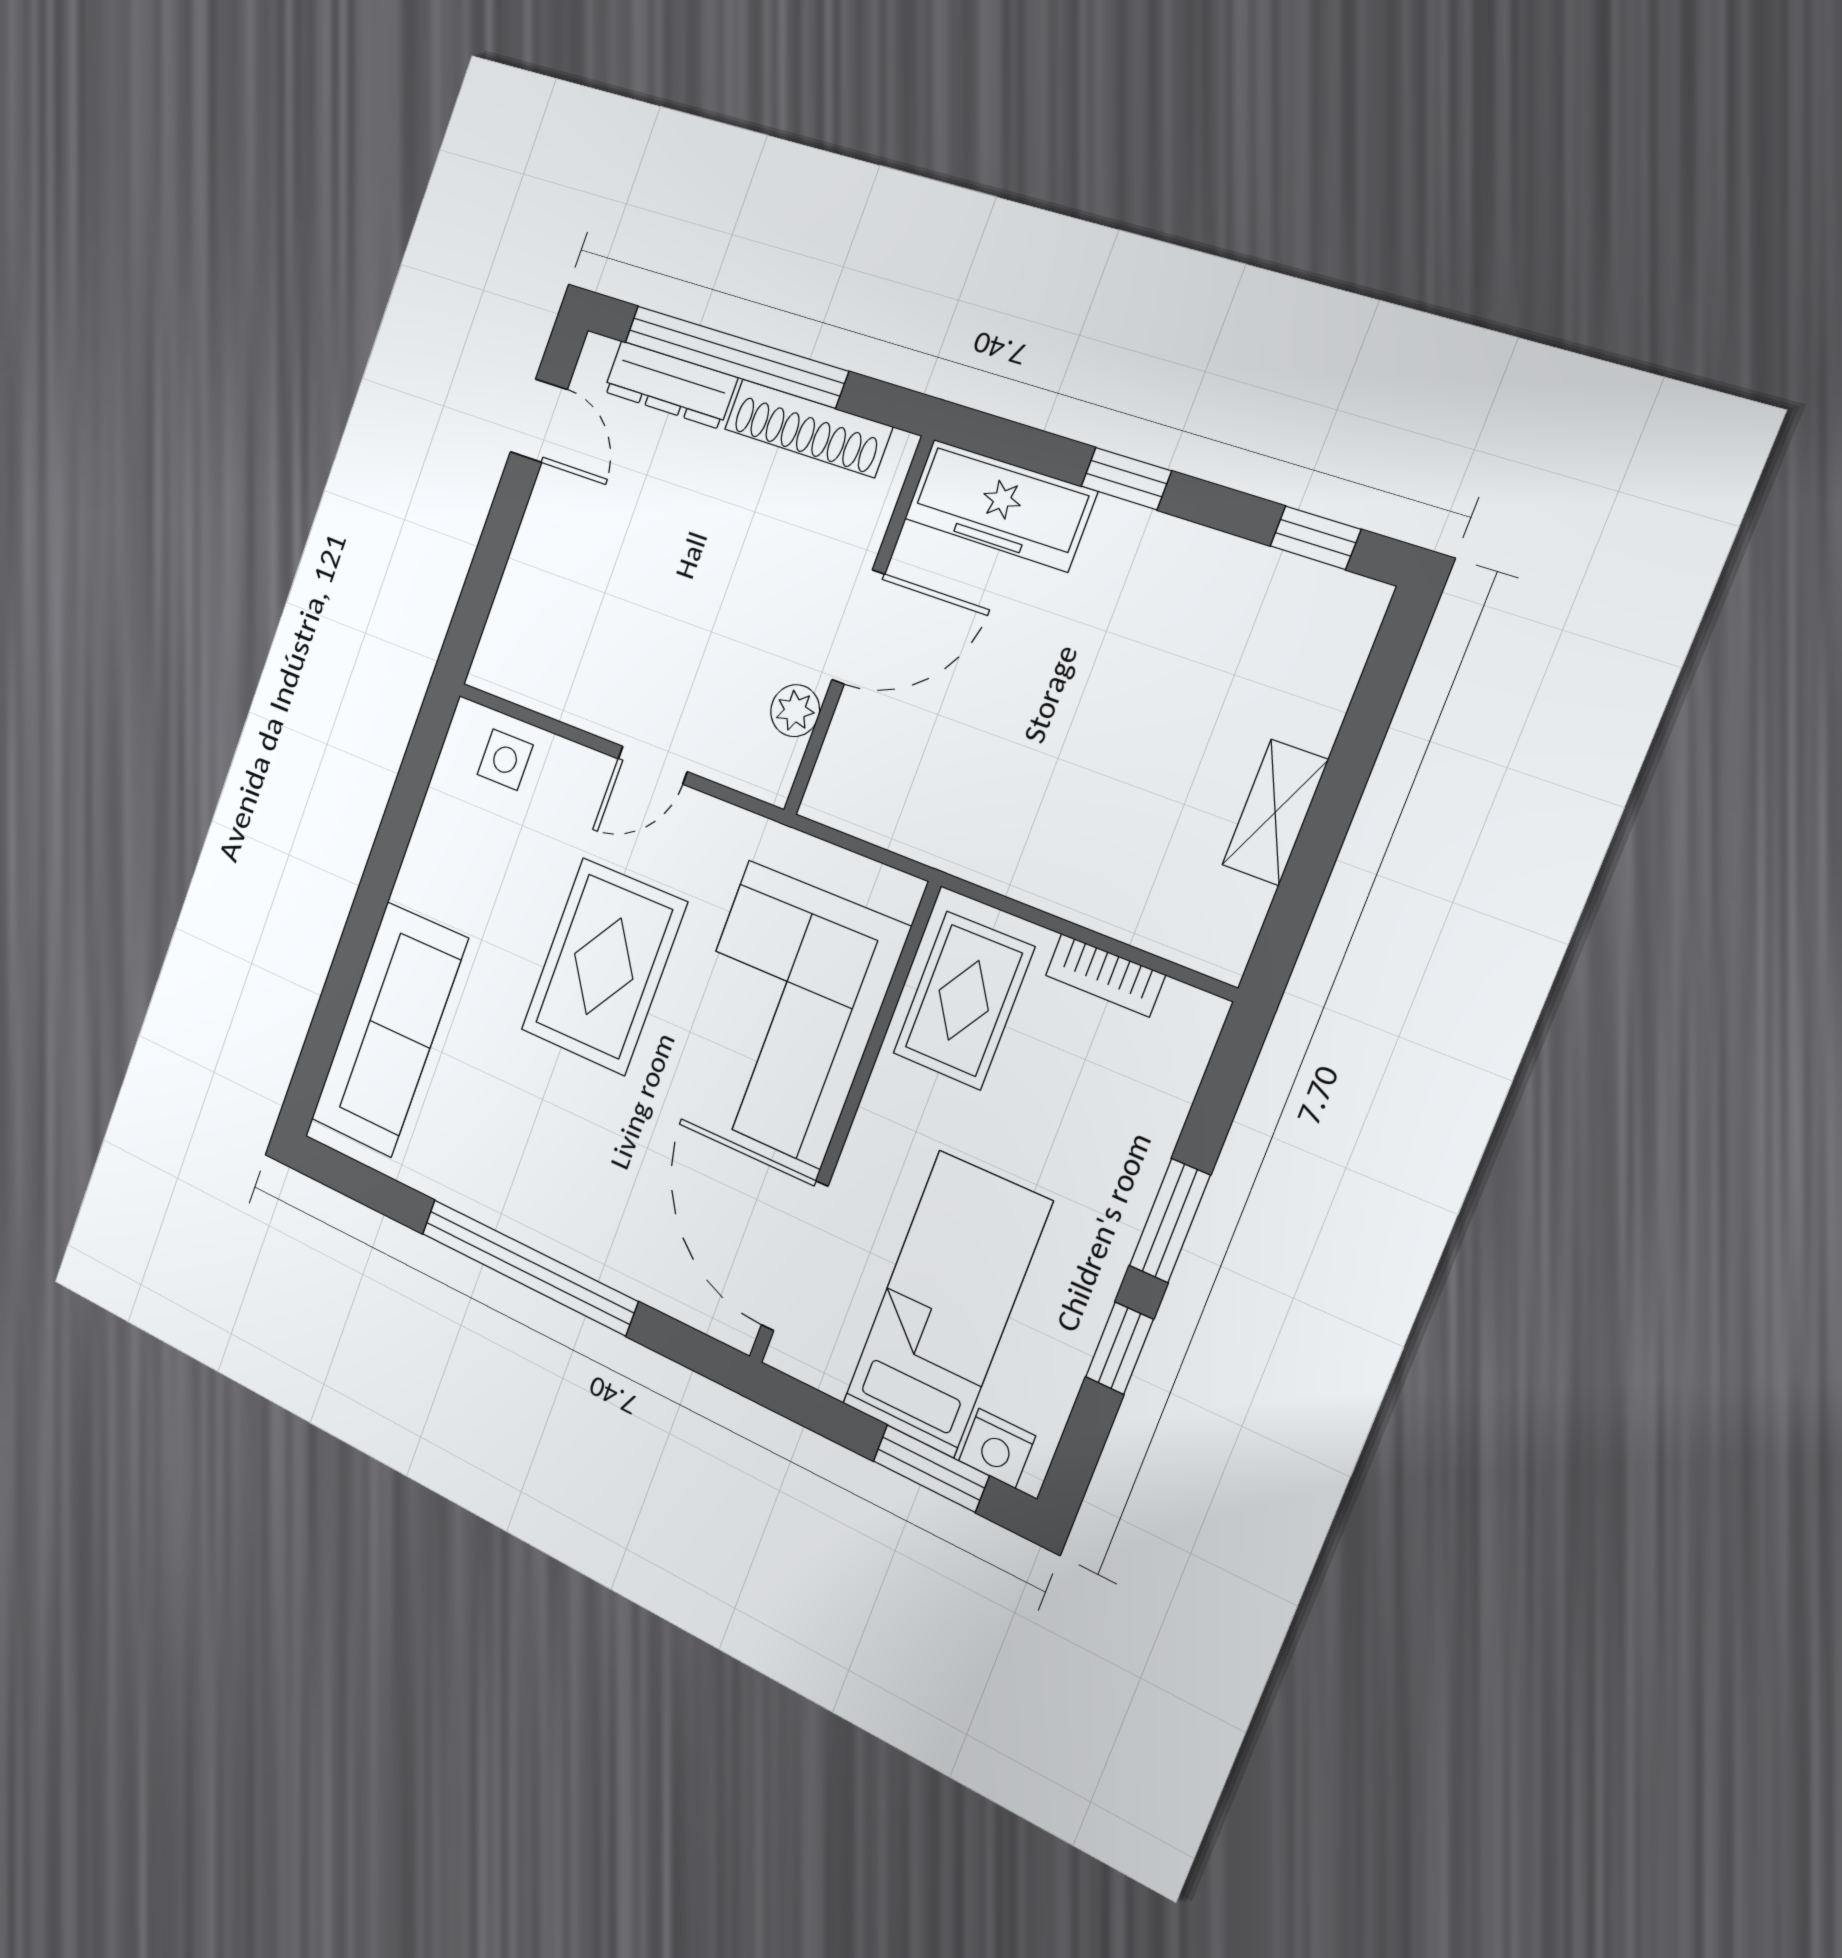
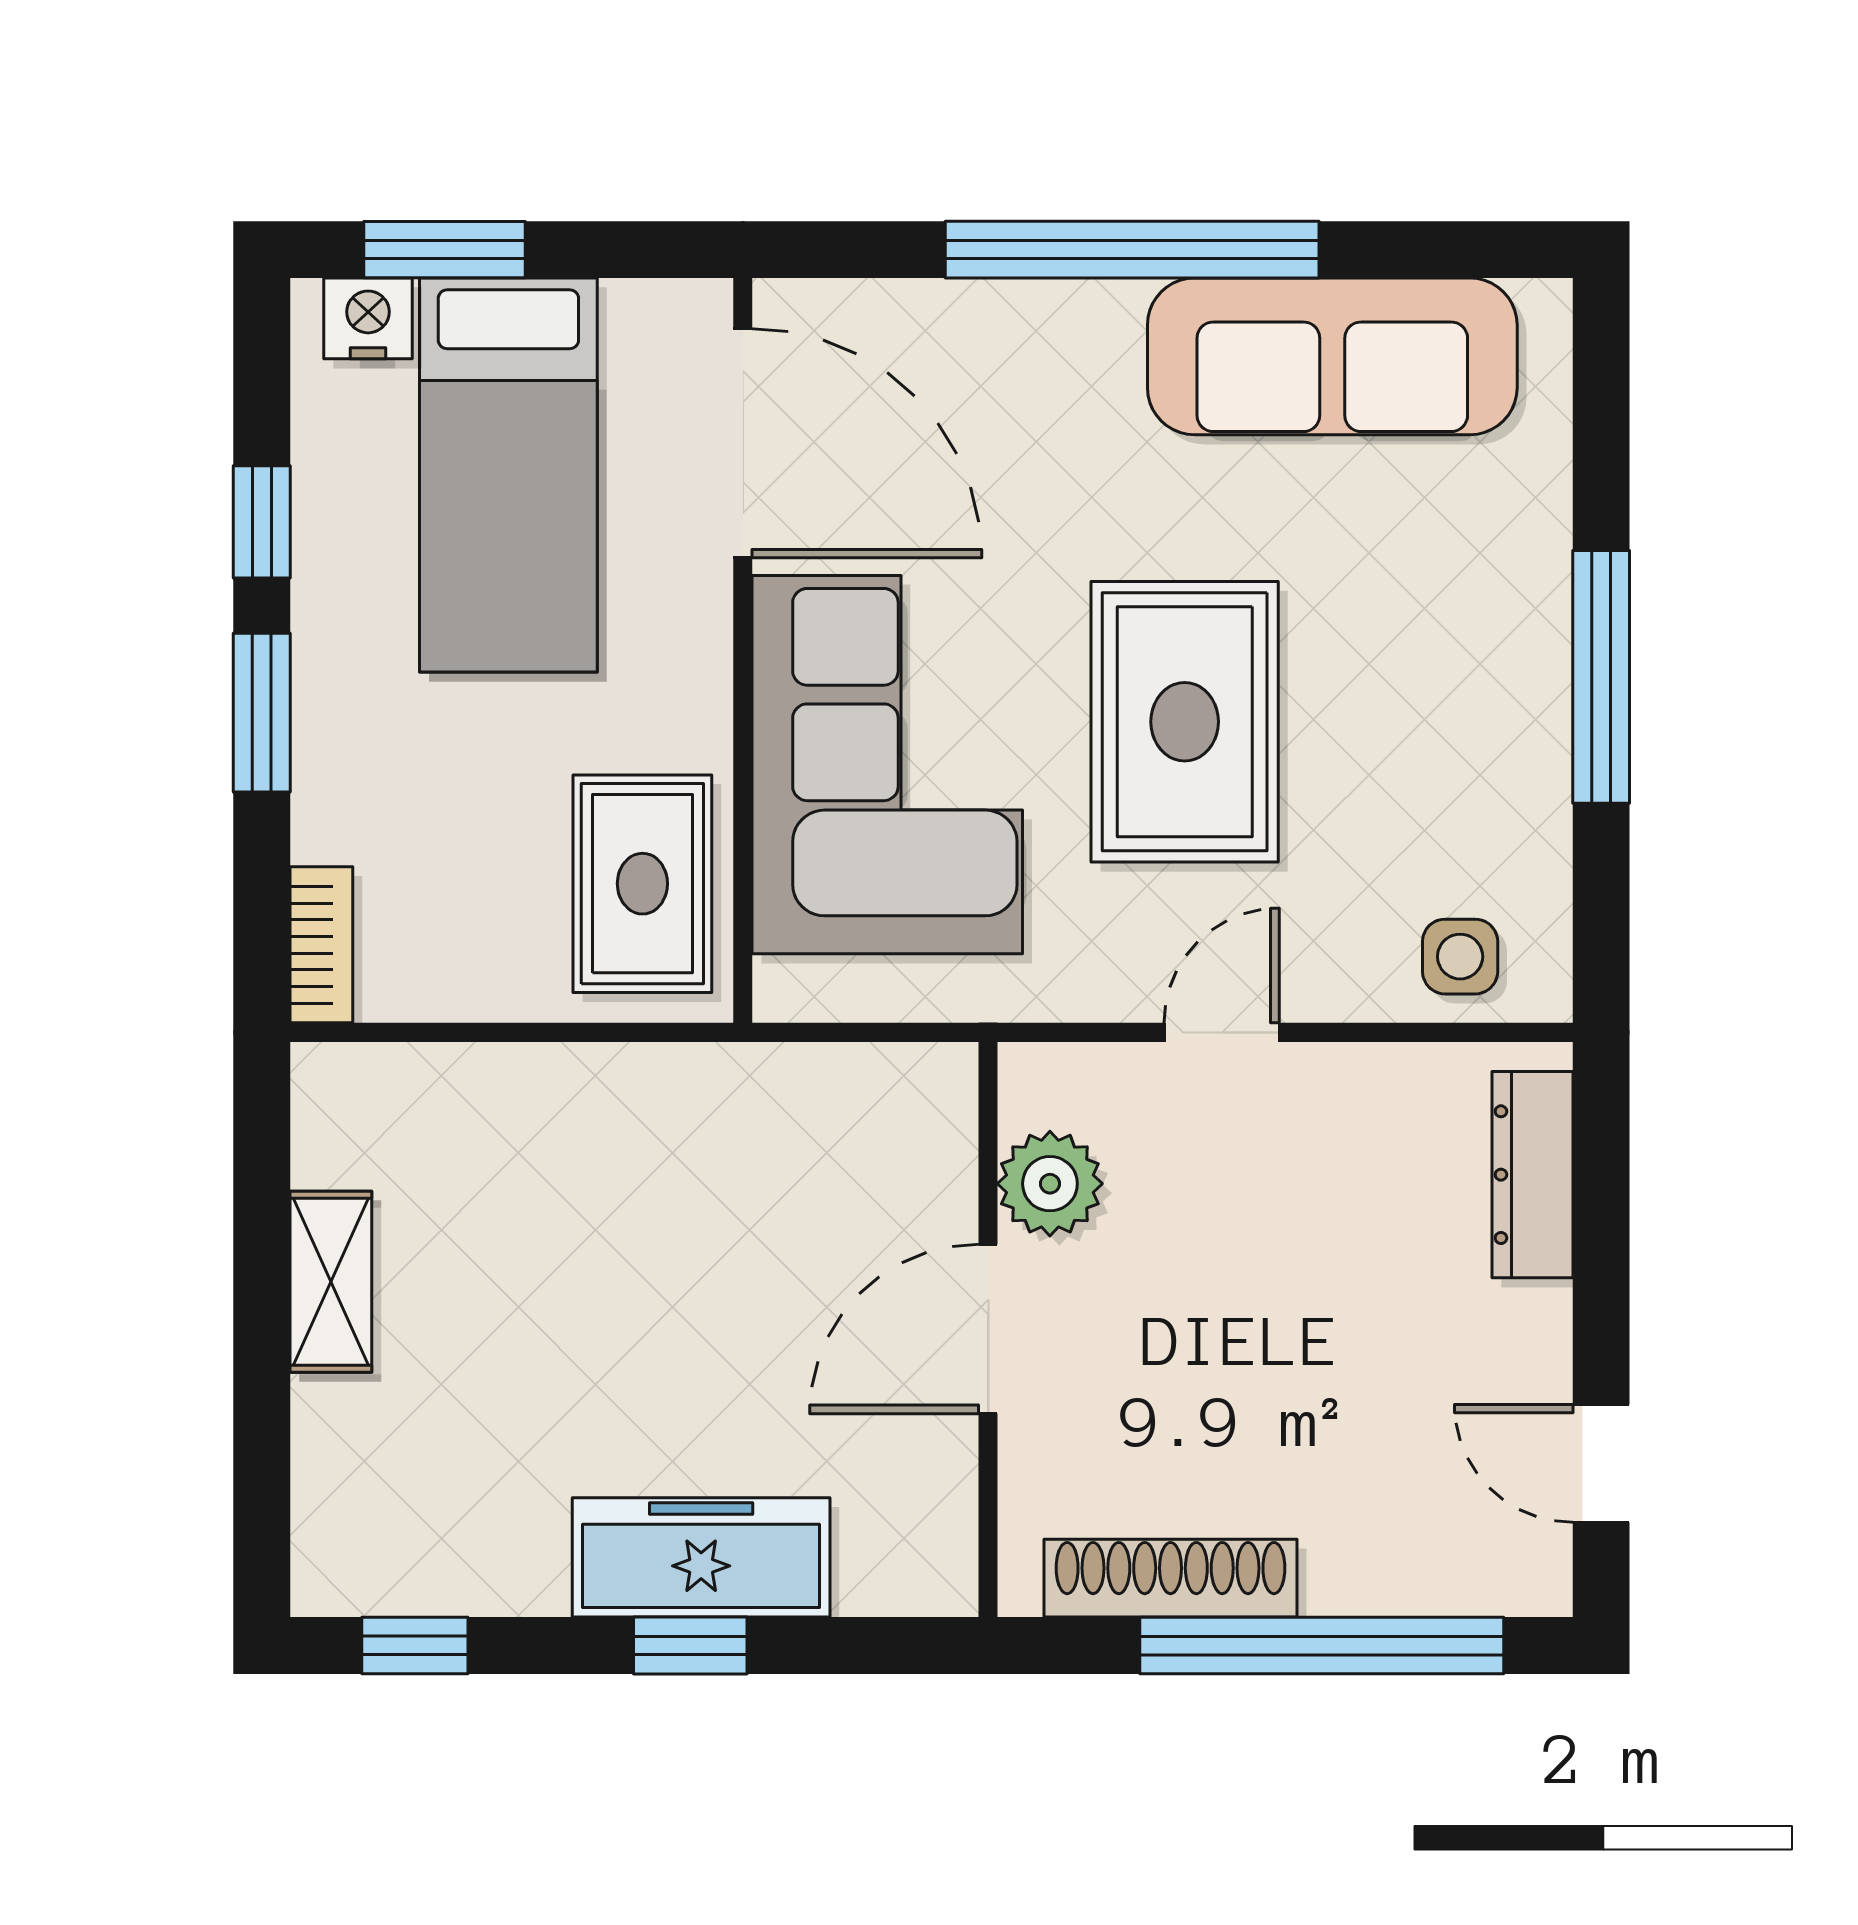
dresser: (670, 385) -> (1532, 1175), moved, turned -90
freezer: (1000, 505) -> (701, 1557), moved
plant: (795, 711) -> (1050, 1184), width x1.38, depth x1.38
window: (373, 896) -> (1601, 677), added
bookcase: (1105, 975) -> (321, 945), moved, turned 90
sofa: (389, 1029) -> (1332, 356), moved, turned -90

